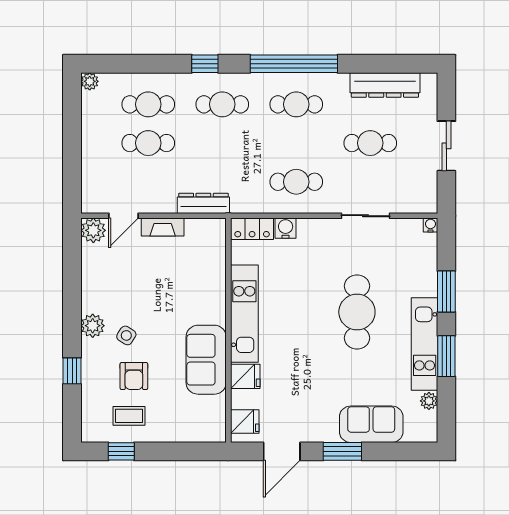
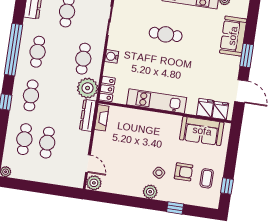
plant: (249, 196) -> (88, 88), added
fireplace: (163, 227) -> (102, 118), moved
water cooler: (286, 228) -> (112, 56), moved
cafe table: (357, 312) -> (166, 34), width x0.73, depth x0.74
sofa: (206, 360) -> (202, 131), moved
fridge: (245, 376) -> (205, 108), moved

